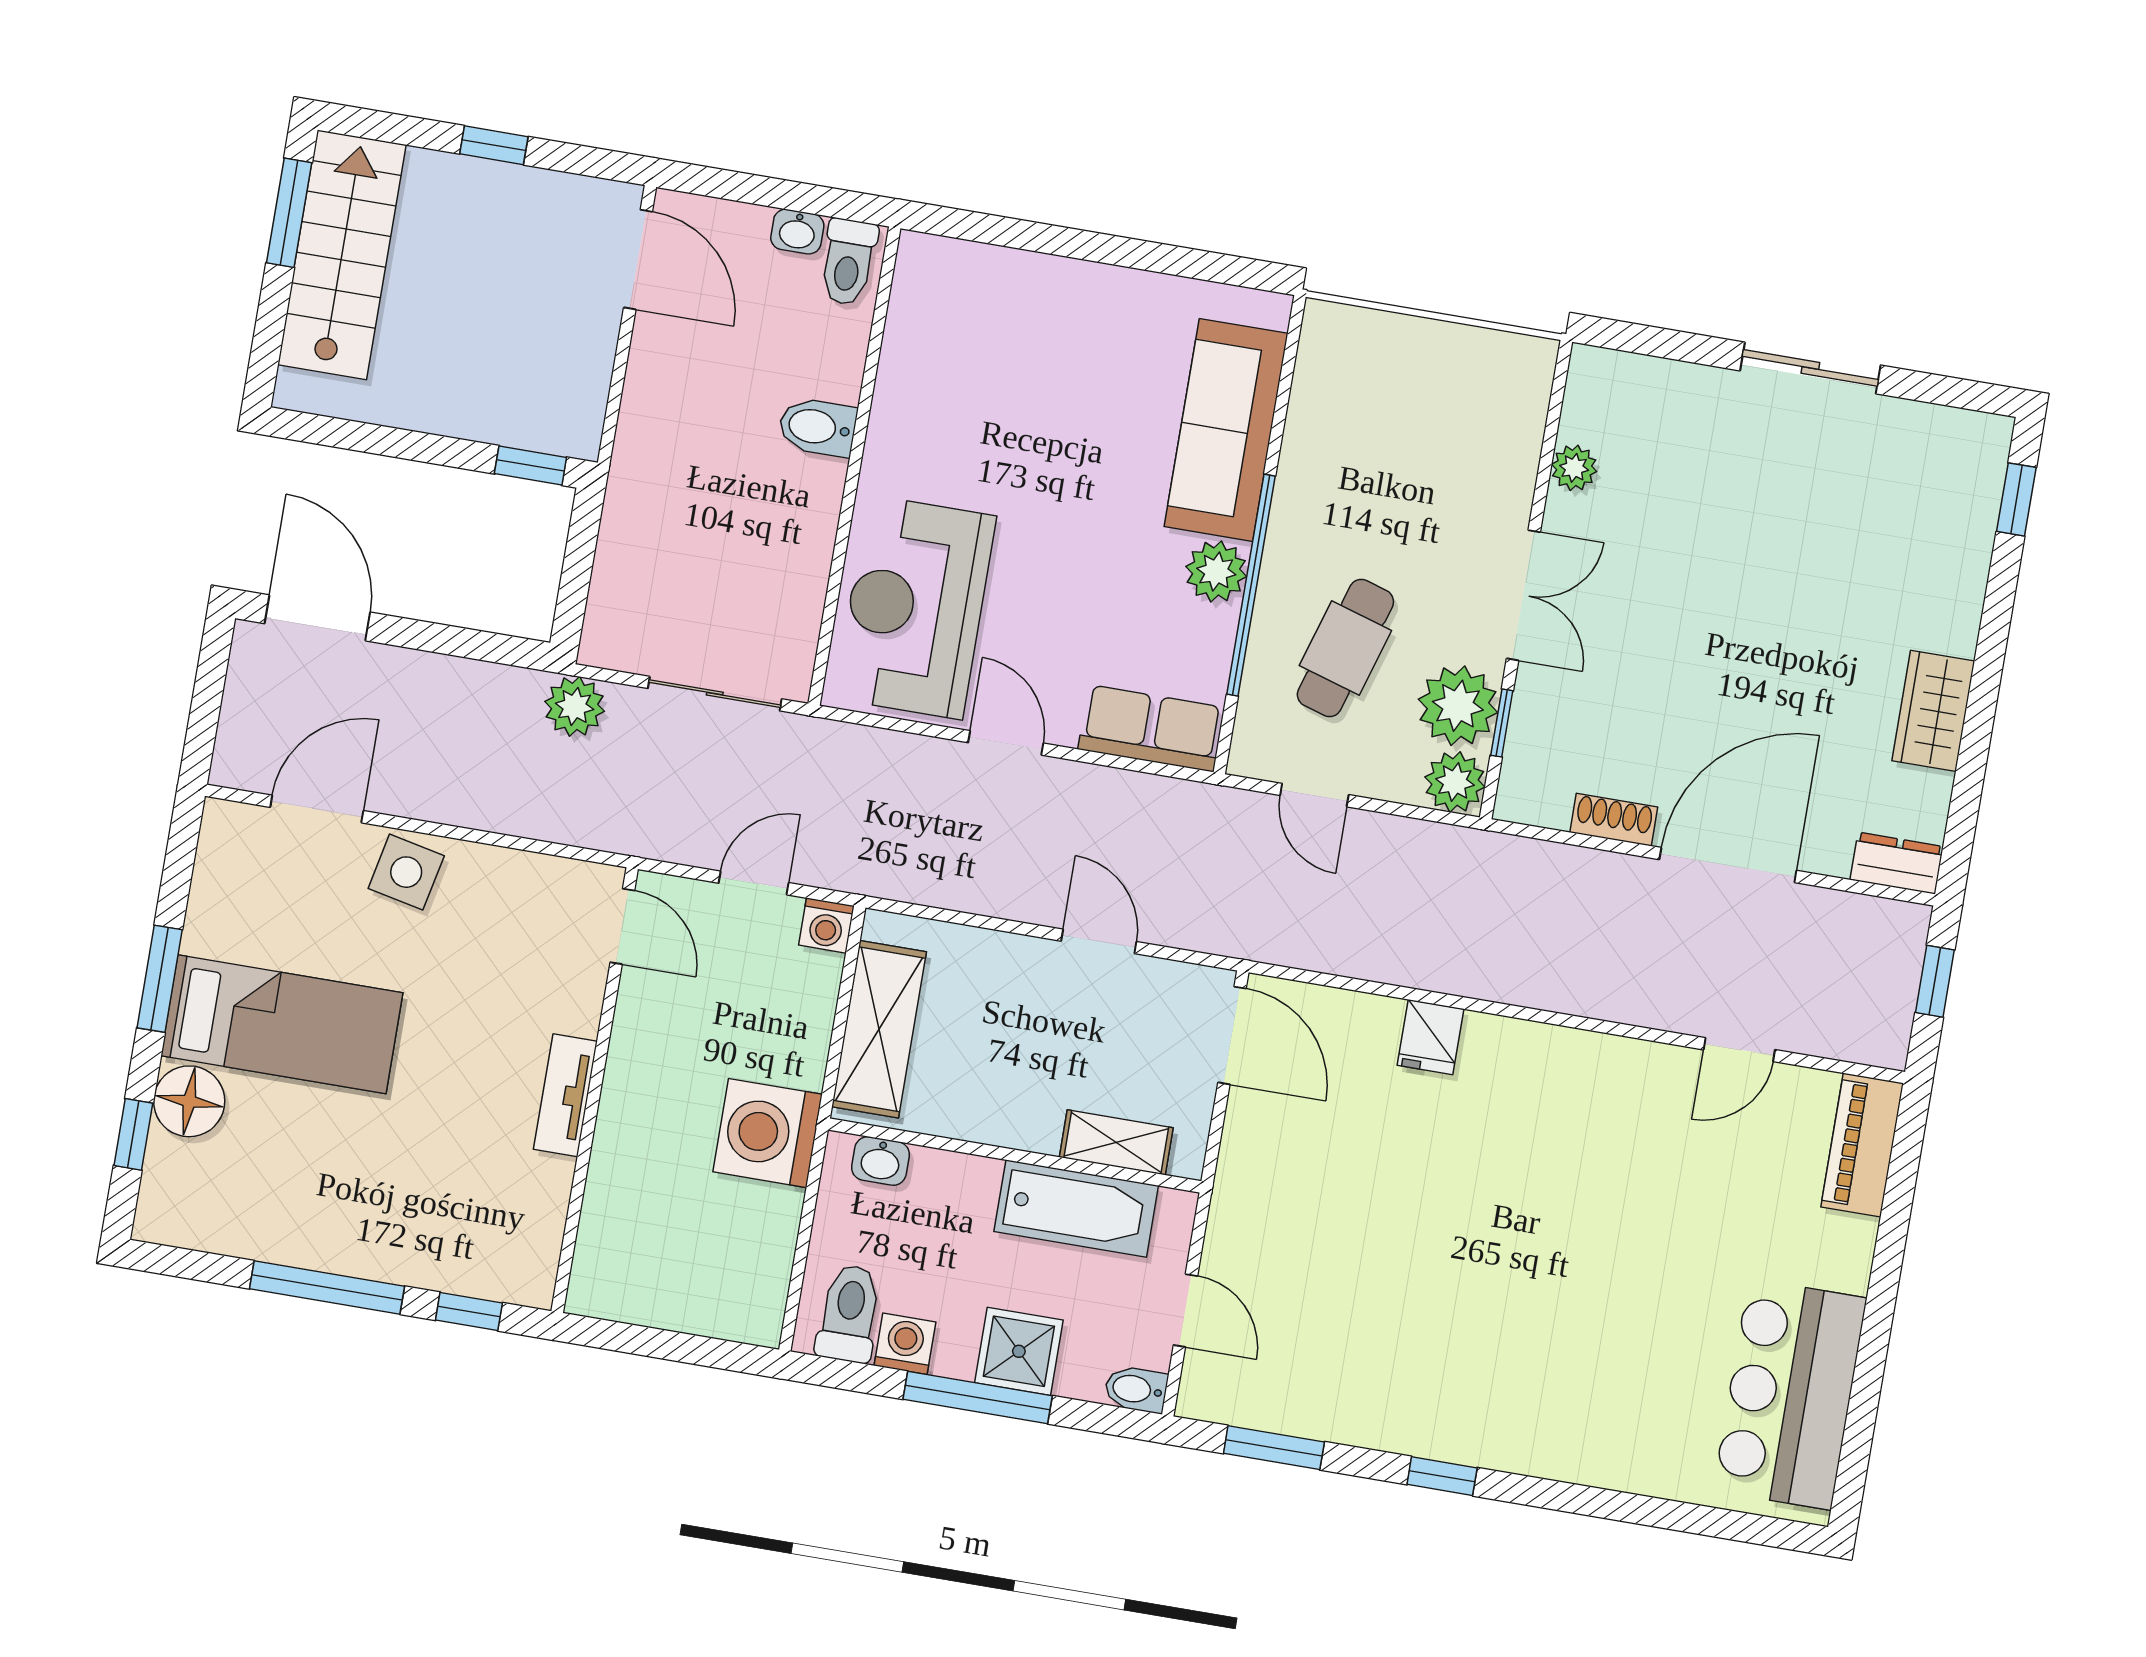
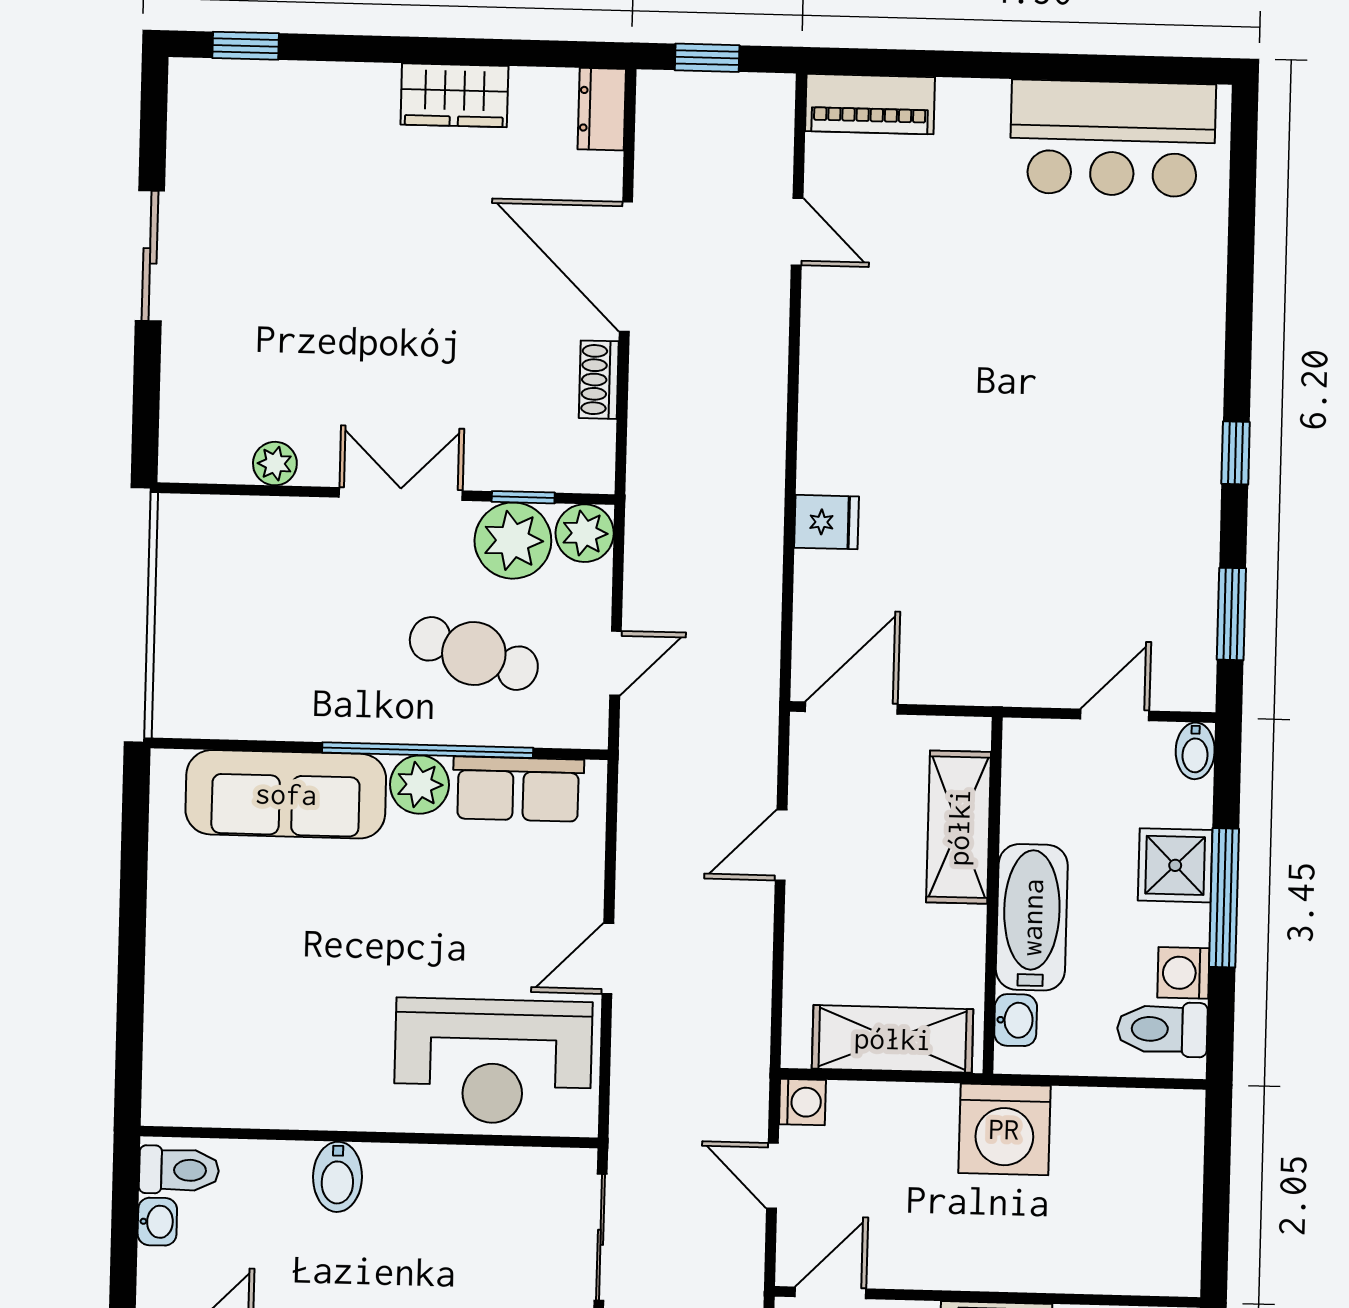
row of seats: (1151, 728) -> (518, 789), moved, turned -90
shelving: (1116, 1142) -> (959, 827), width x1.50, depth x1.33
bathtub: (1076, 1209) -> (1032, 917), moved

